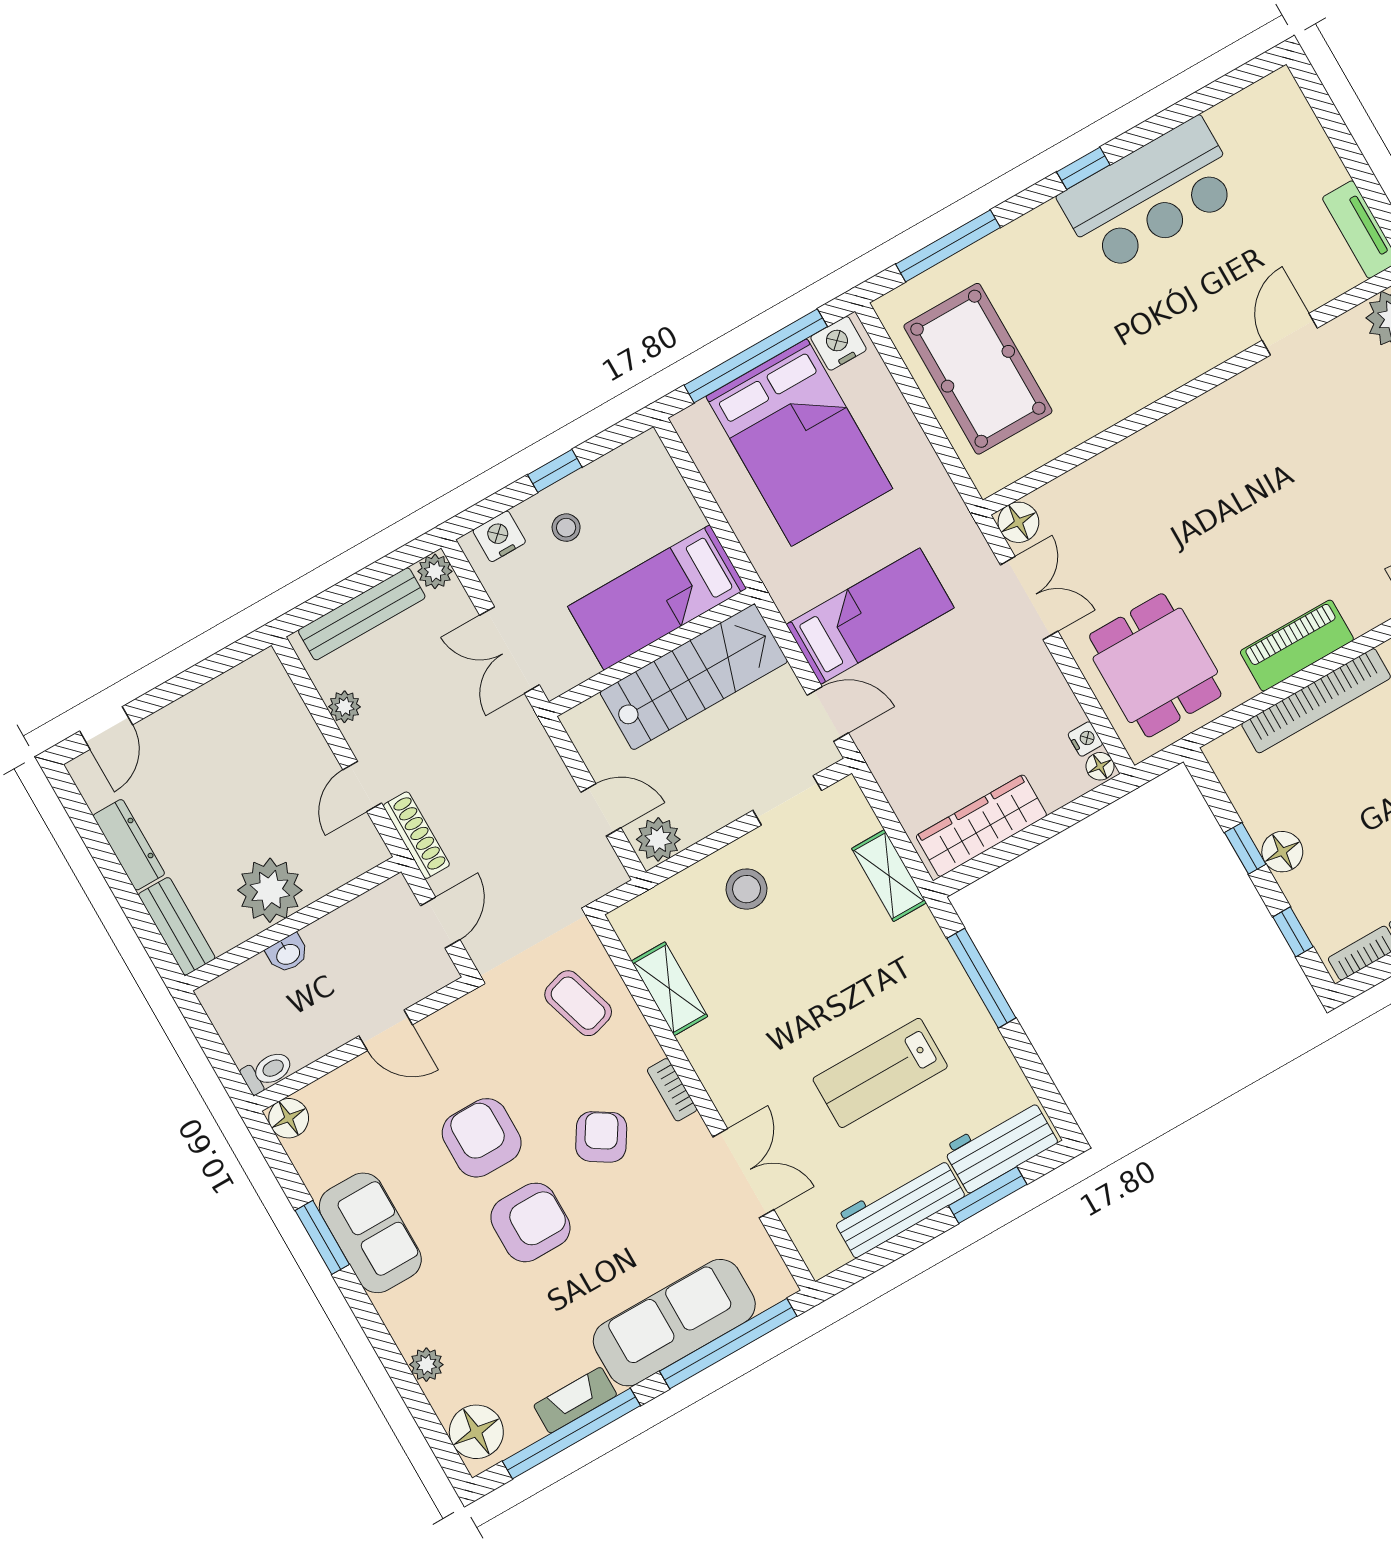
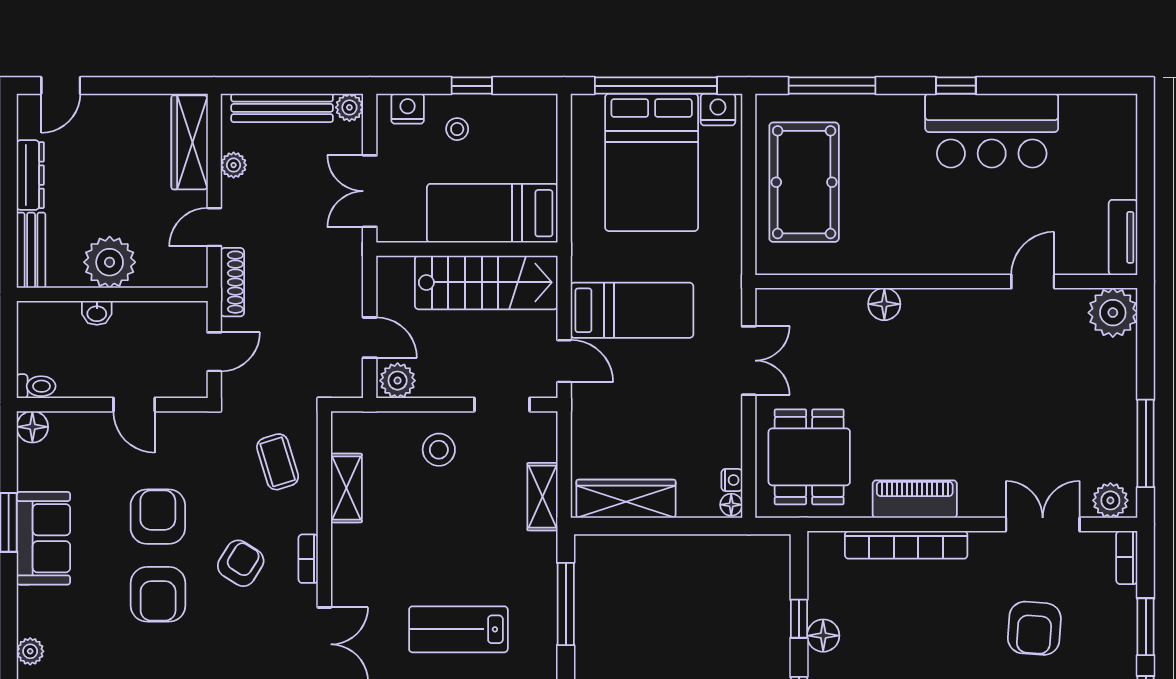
floor lamp: (1018, 522) -> (884, 304), moved
wardrobe: (282, 709) -> (190, 142), added
armchair: (530, 1222) -> (158, 594), turned 90

